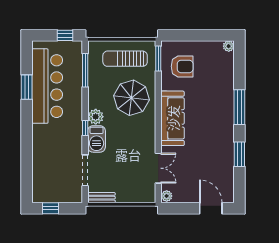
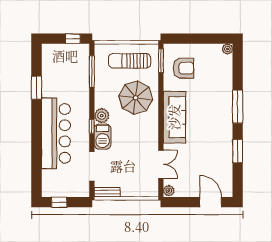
bar counter: (47, 86) -> (56, 133), moved

